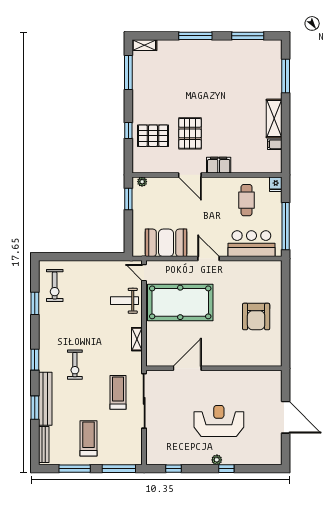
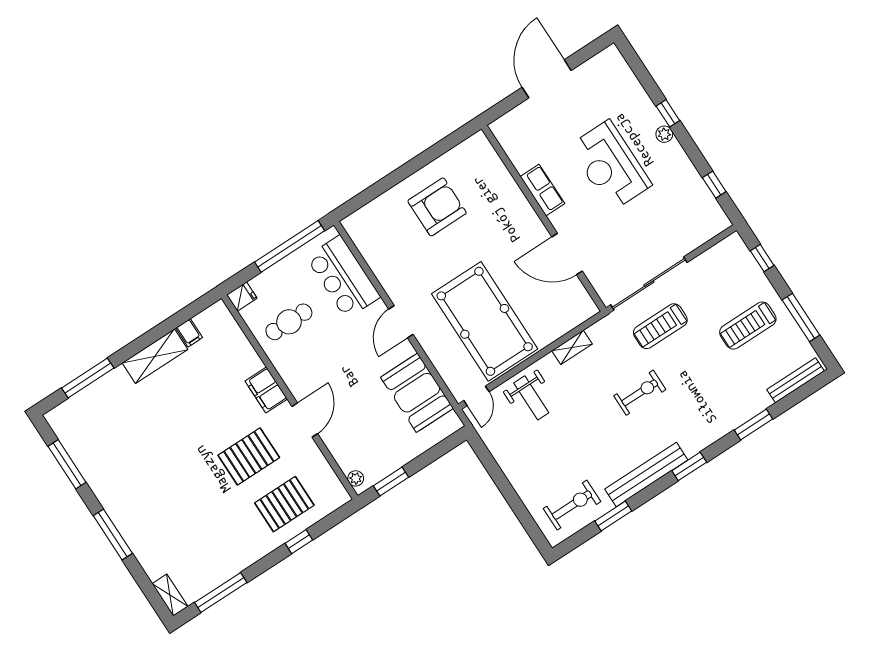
pallet: (153, 136) -> (284, 504), turned 90
exercise bike: (75, 365) -> (640, 393), moved
row of seats: (229, 377) -> (542, 190), added
bench: (45, 399) -> (646, 475), moved
window: (119, 469) -> (762, 258), width x0.46

